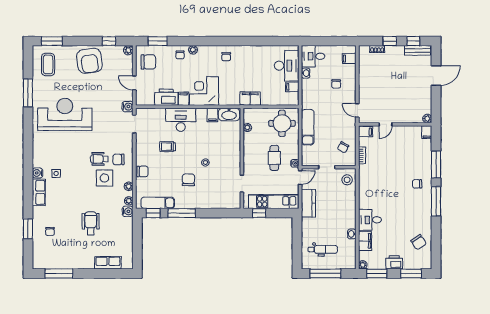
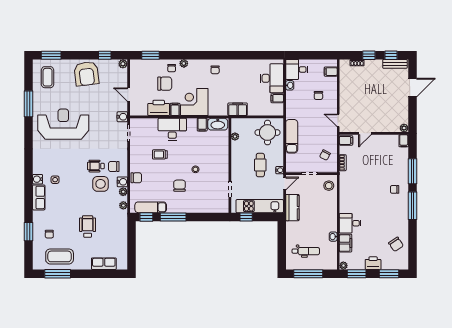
chair: (148, 62) -> (165, 84), moved
water cooler: (128, 211) -> (122, 182), moved
coffee table: (61, 255) -> (60, 256), added

